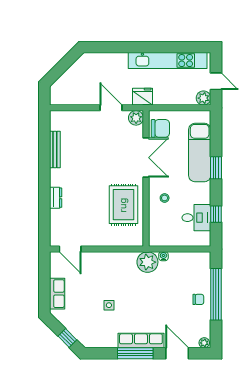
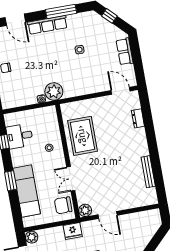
fridge: (142, 97) -> (73, 231), moved
double door: (146, 158) -> (71, 179), width x0.73
dresser: (56, 198) -> (138, 118), moved
window: (135, 353) -> (61, 11), moved

